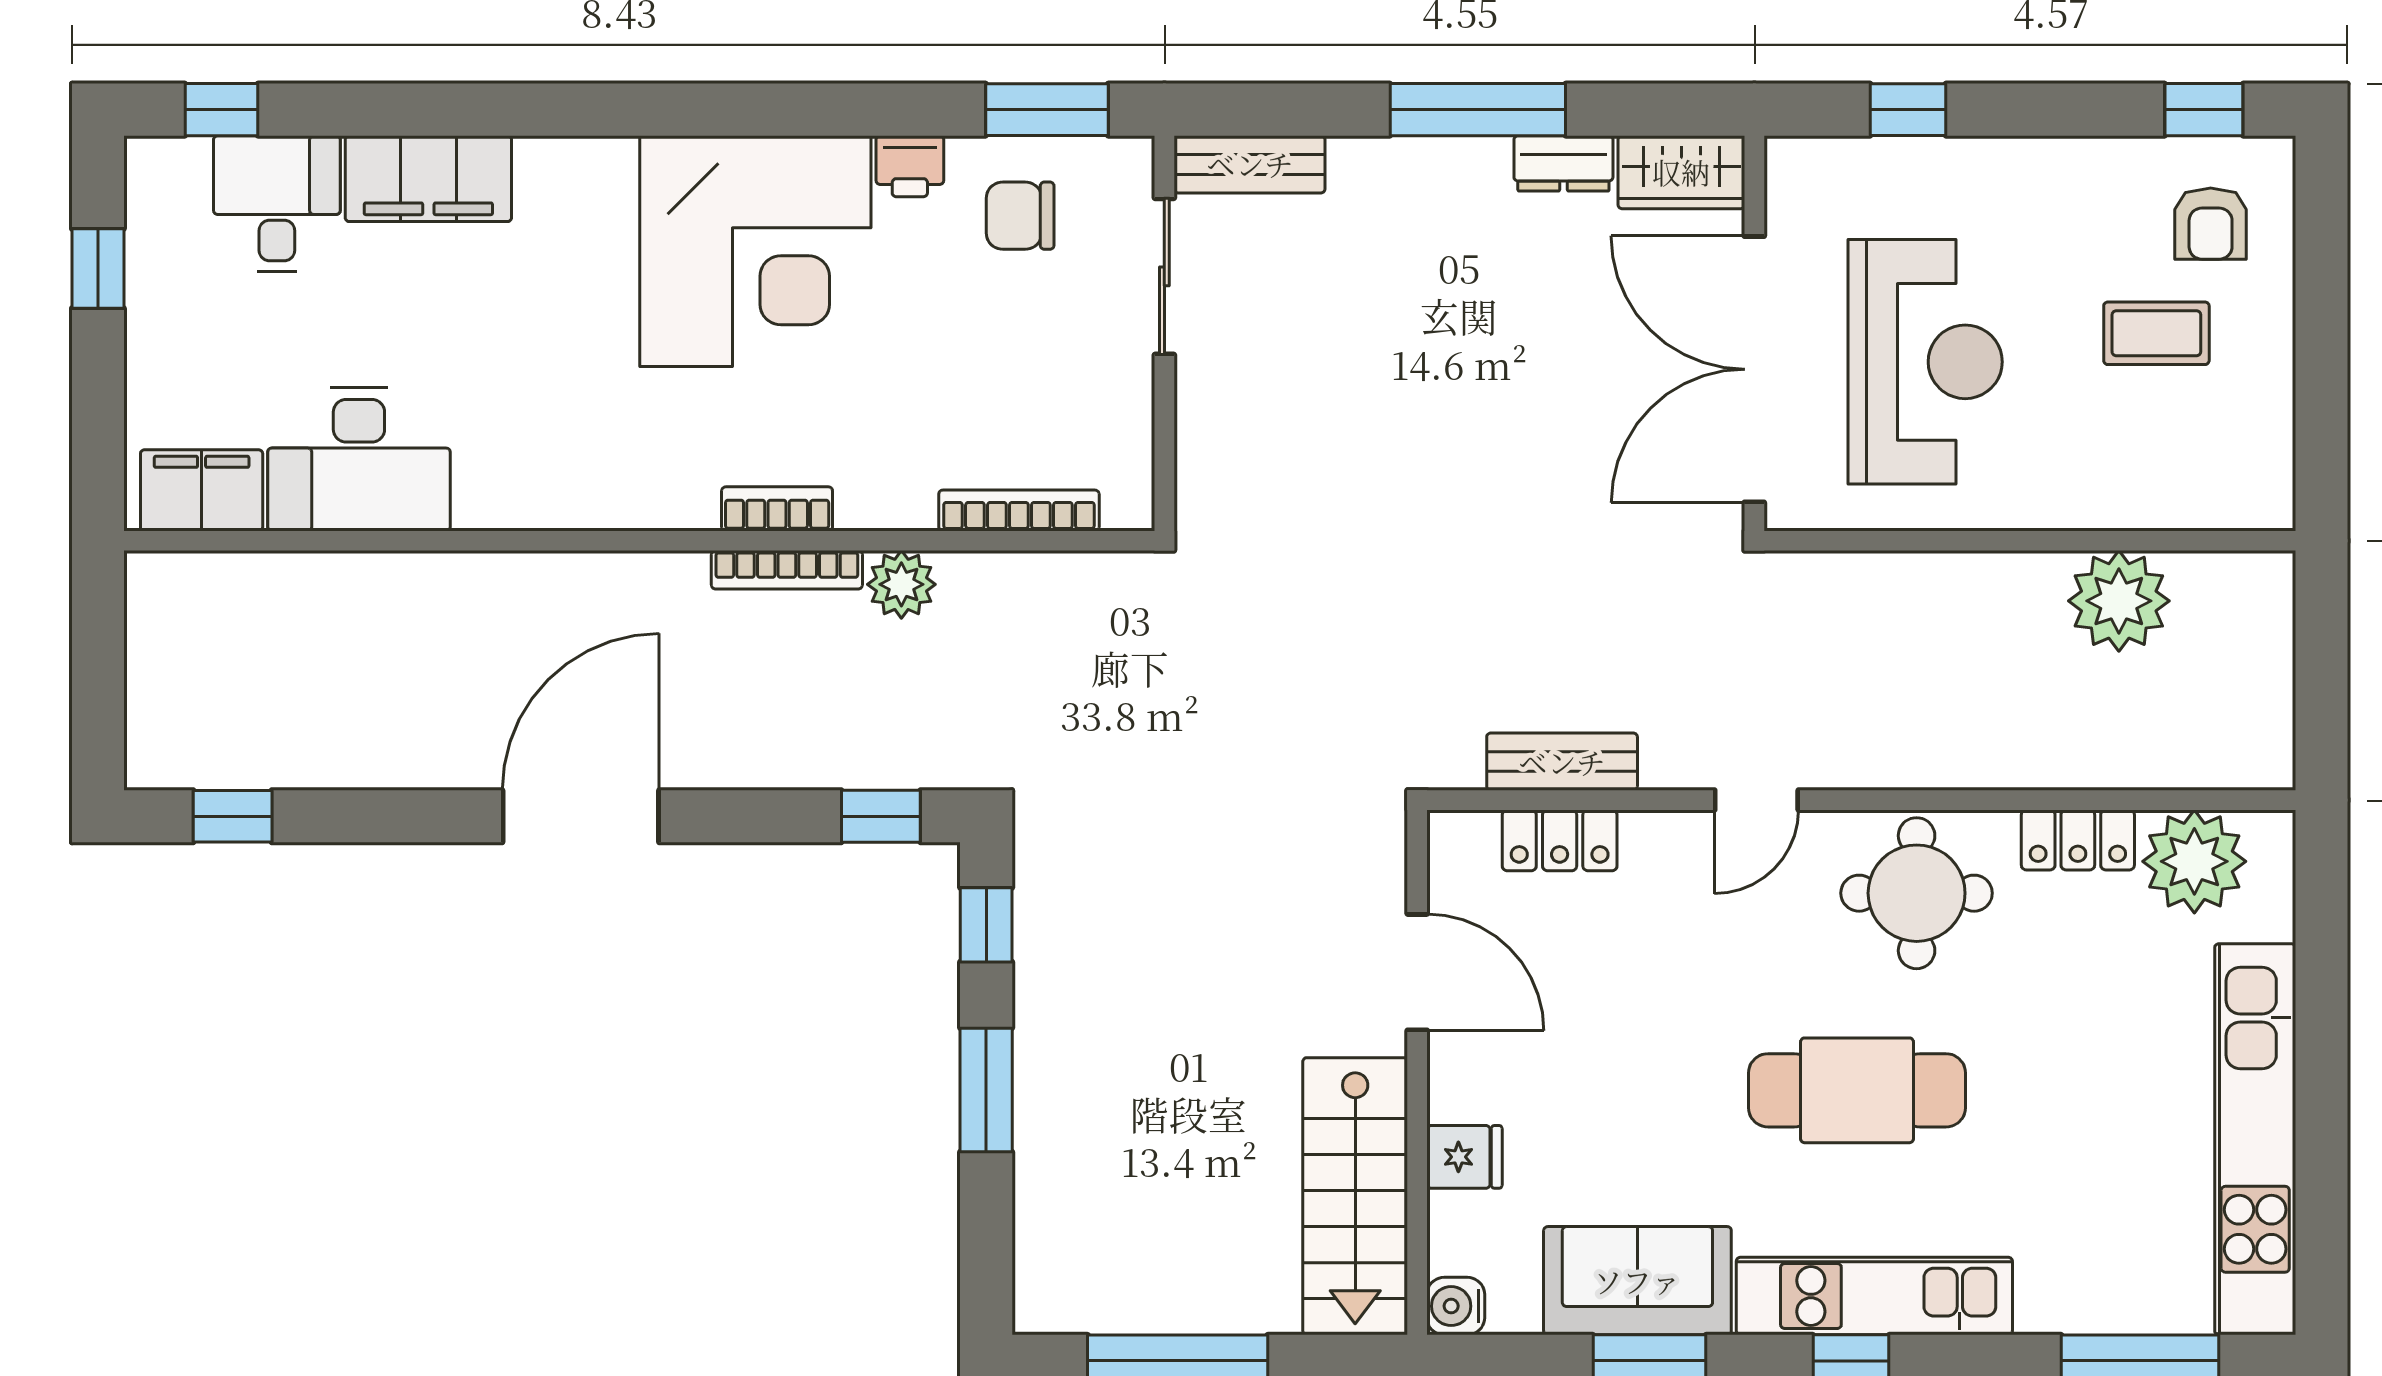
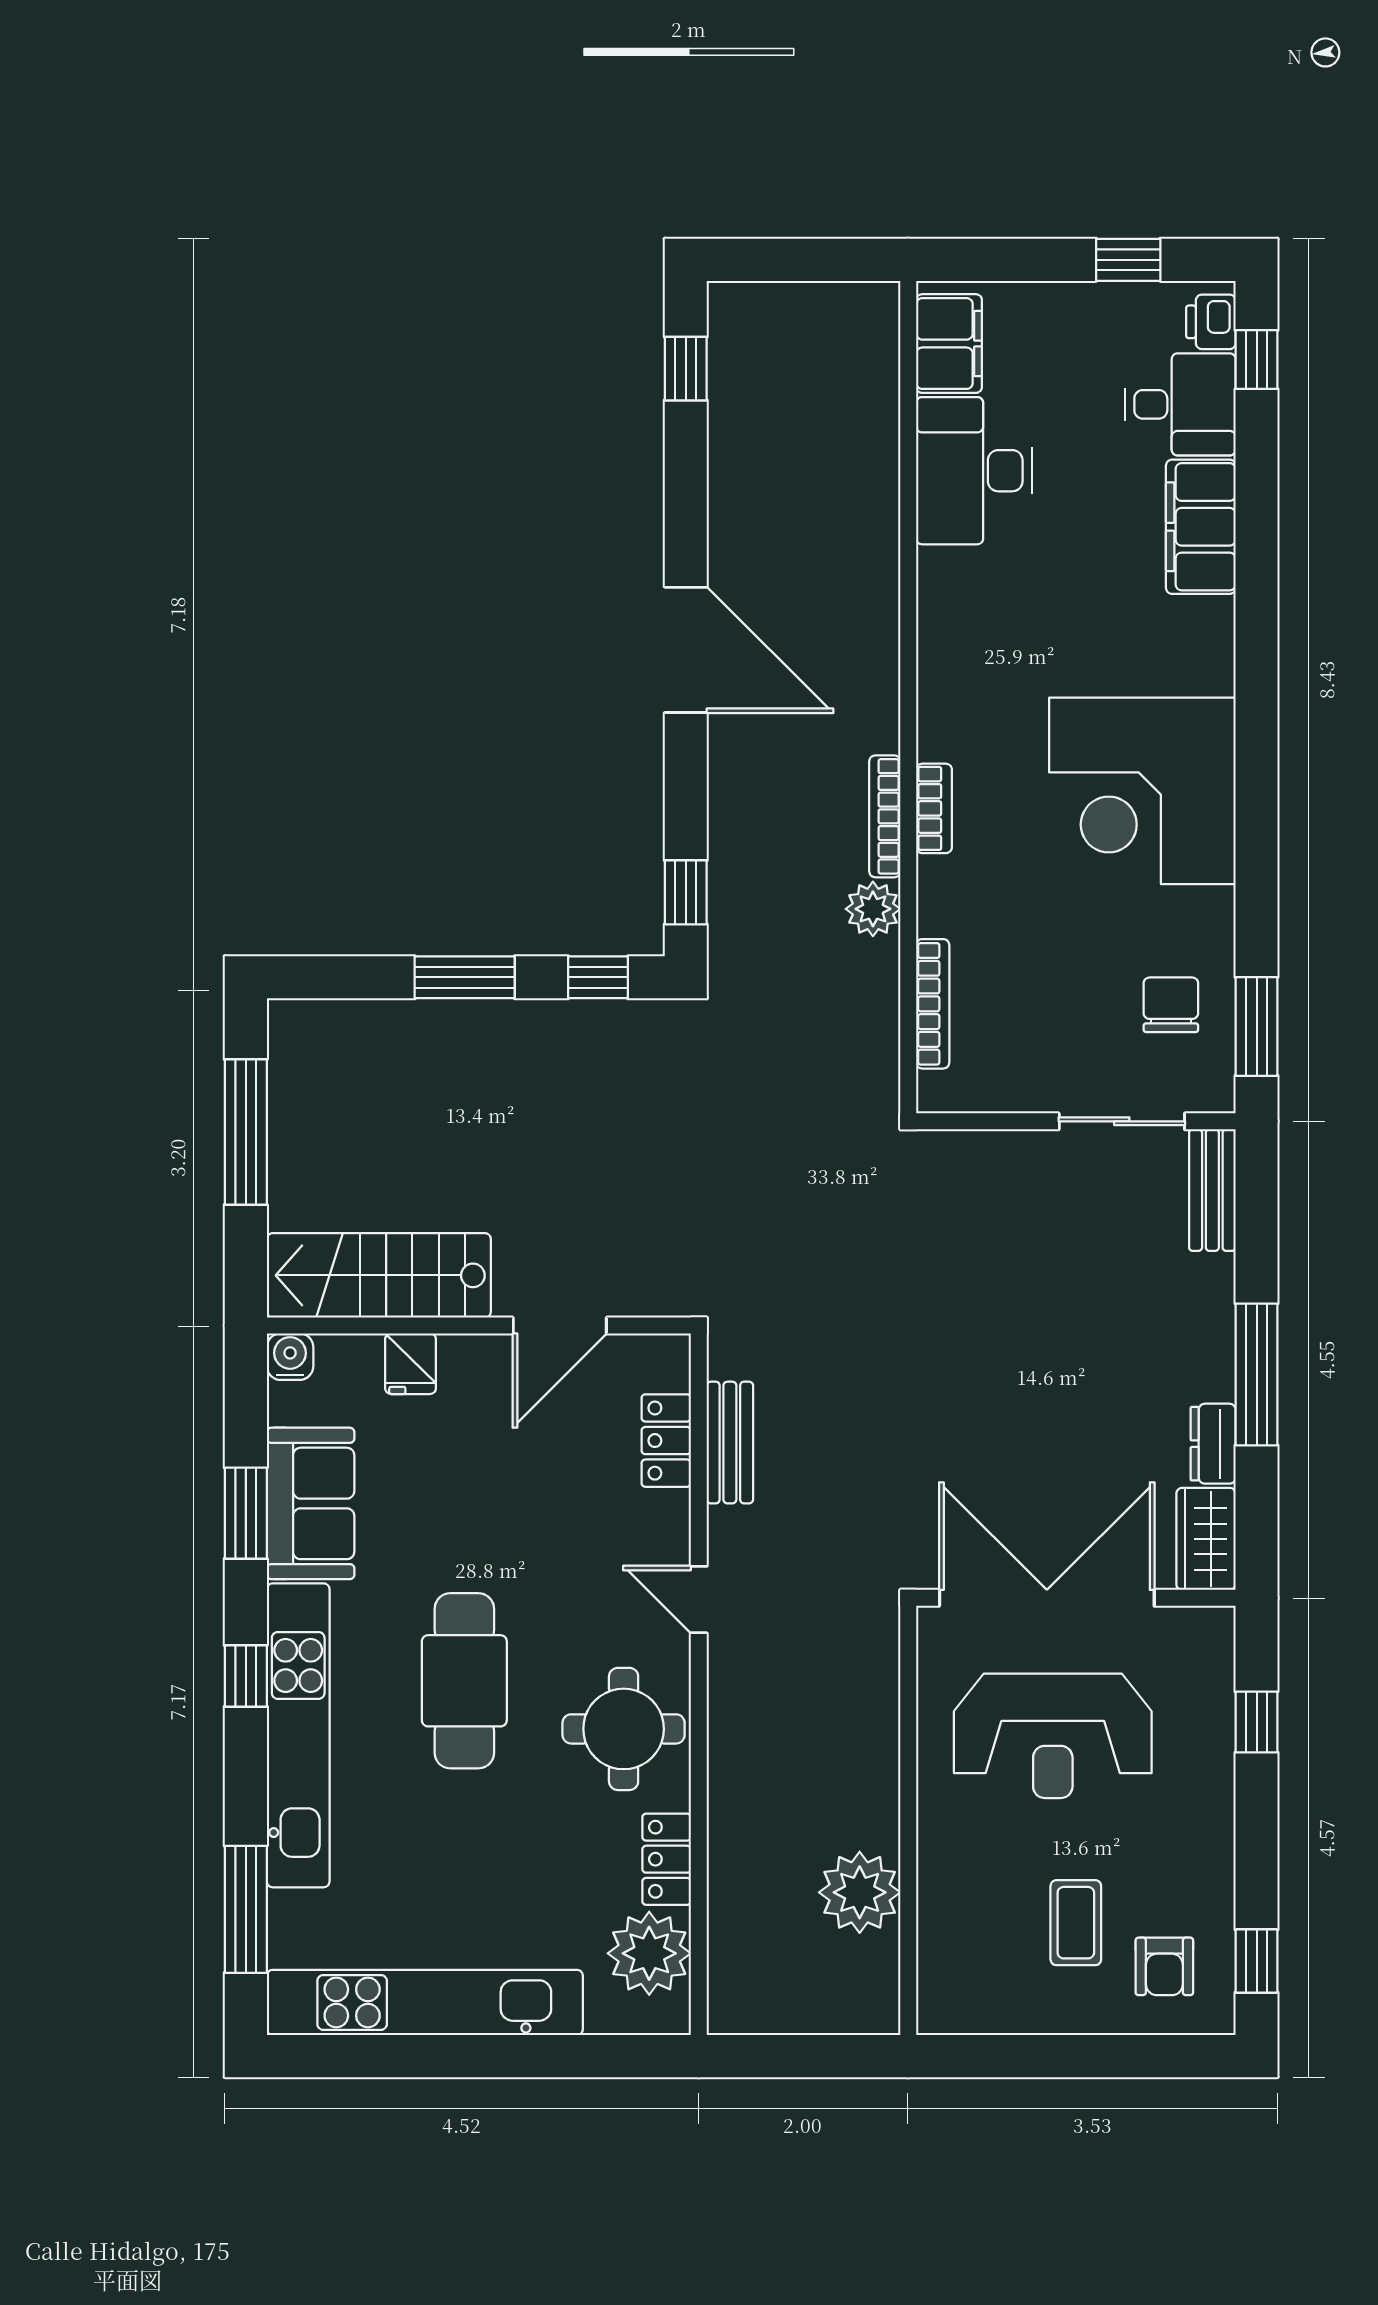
printer: (910, 166) -> (1211, 322), moved
armchair: (2211, 224) -> (1164, 1966), turned -90
kitchen unit: (1874, 1296) -> (298, 1735), width x1.36

